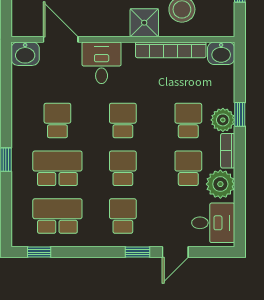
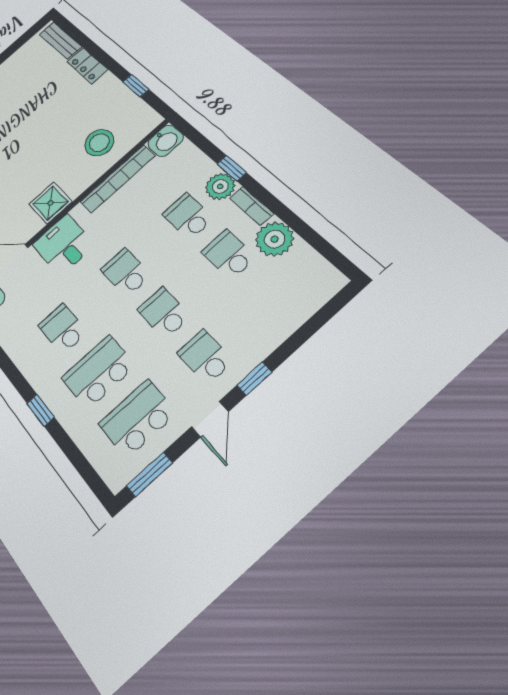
shower: (144, 23) -> (50, 203), moved
desk: (213, 223) -> (304, 279), removed
window: (39, 252) -> (149, 474), width x1.50
door: (175, 252) -> (210, 419), moved

